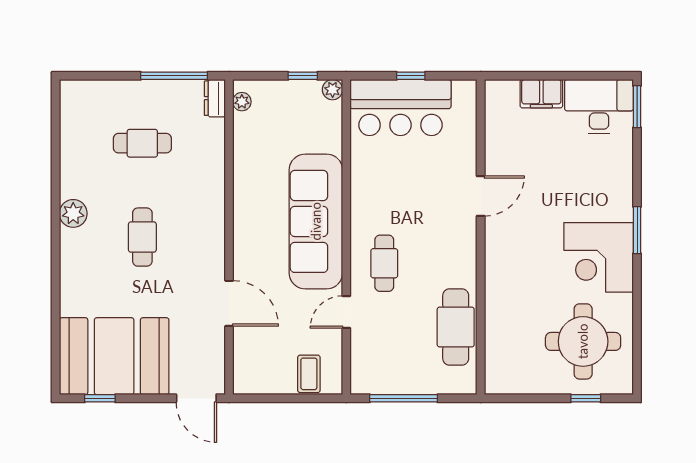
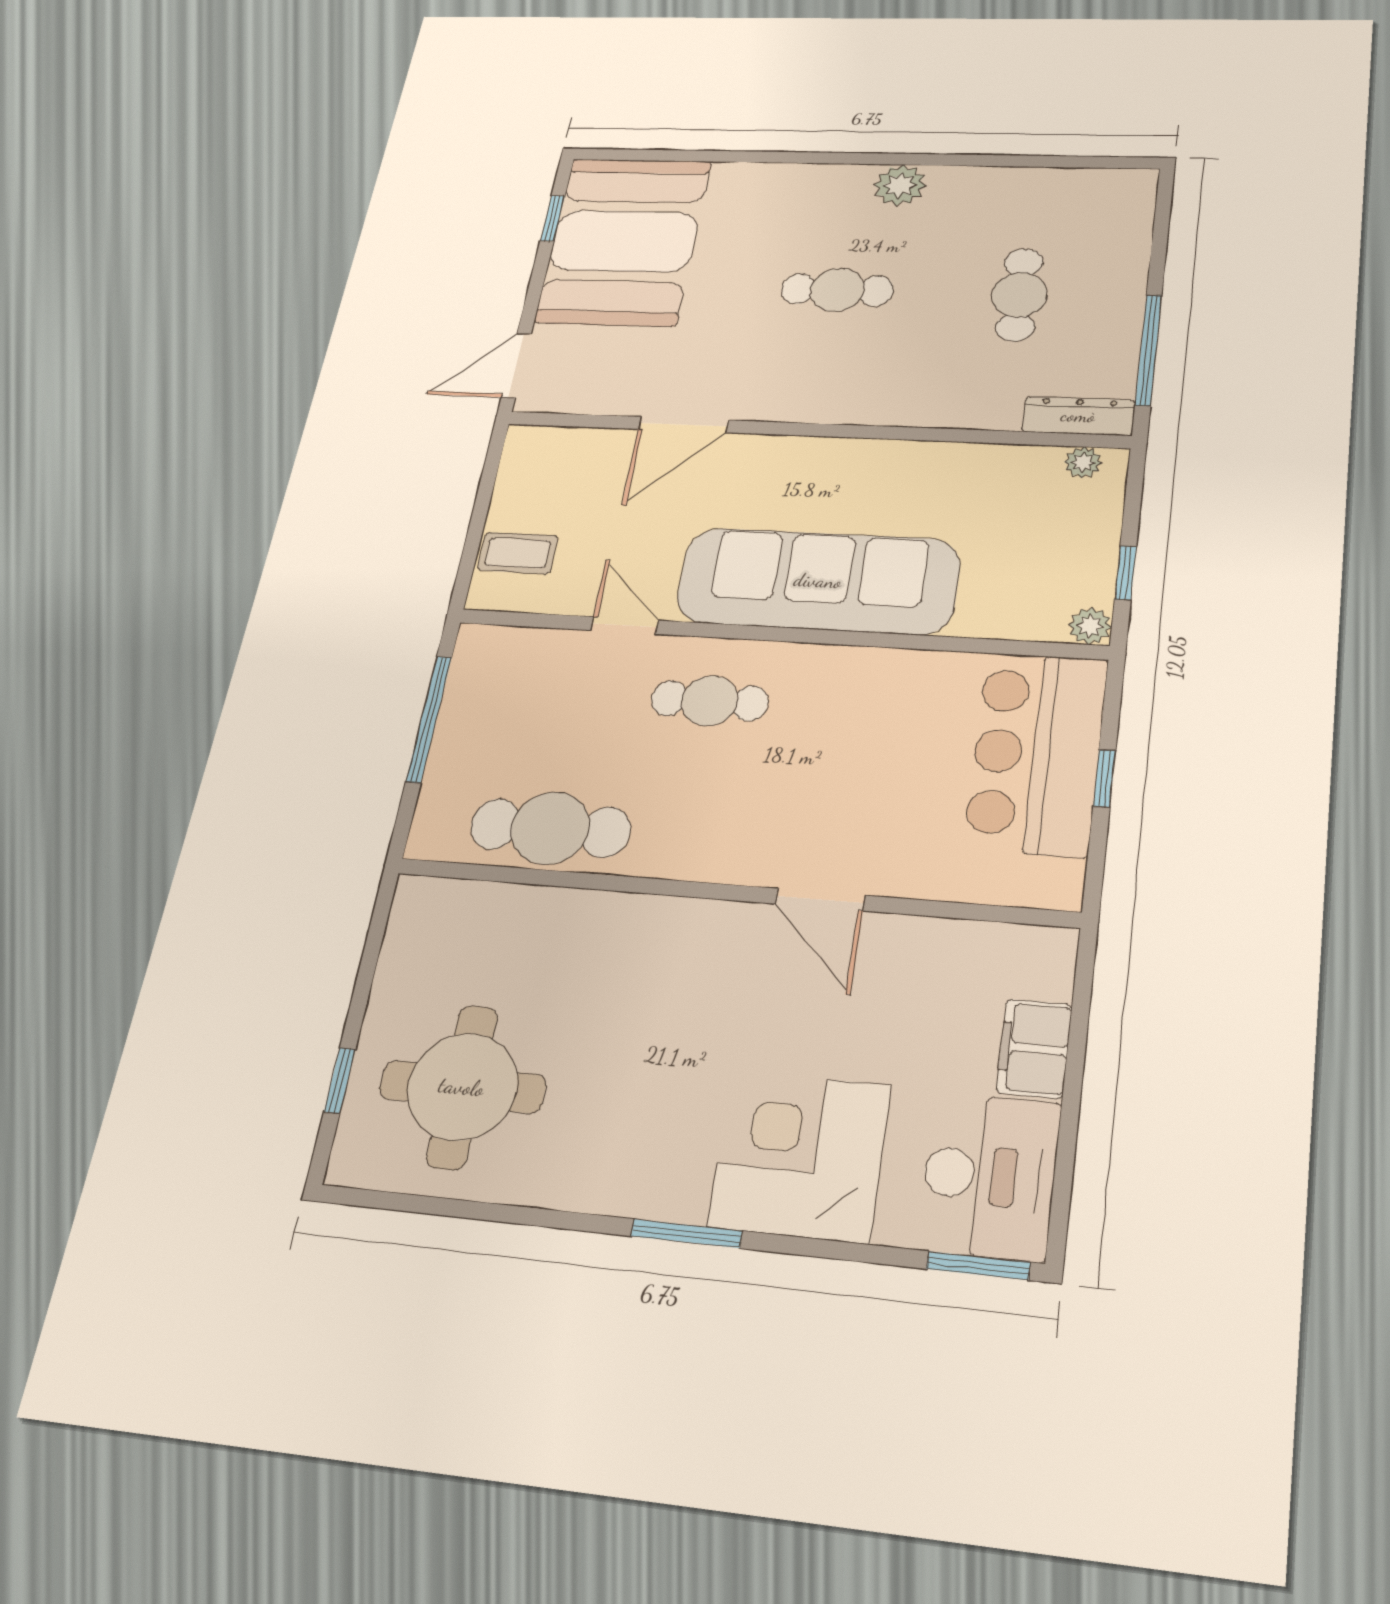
dresser: (215, 98) -> (1078, 416), width x1.44
corner desk: (599, 257) -> (800, 1156), moved

